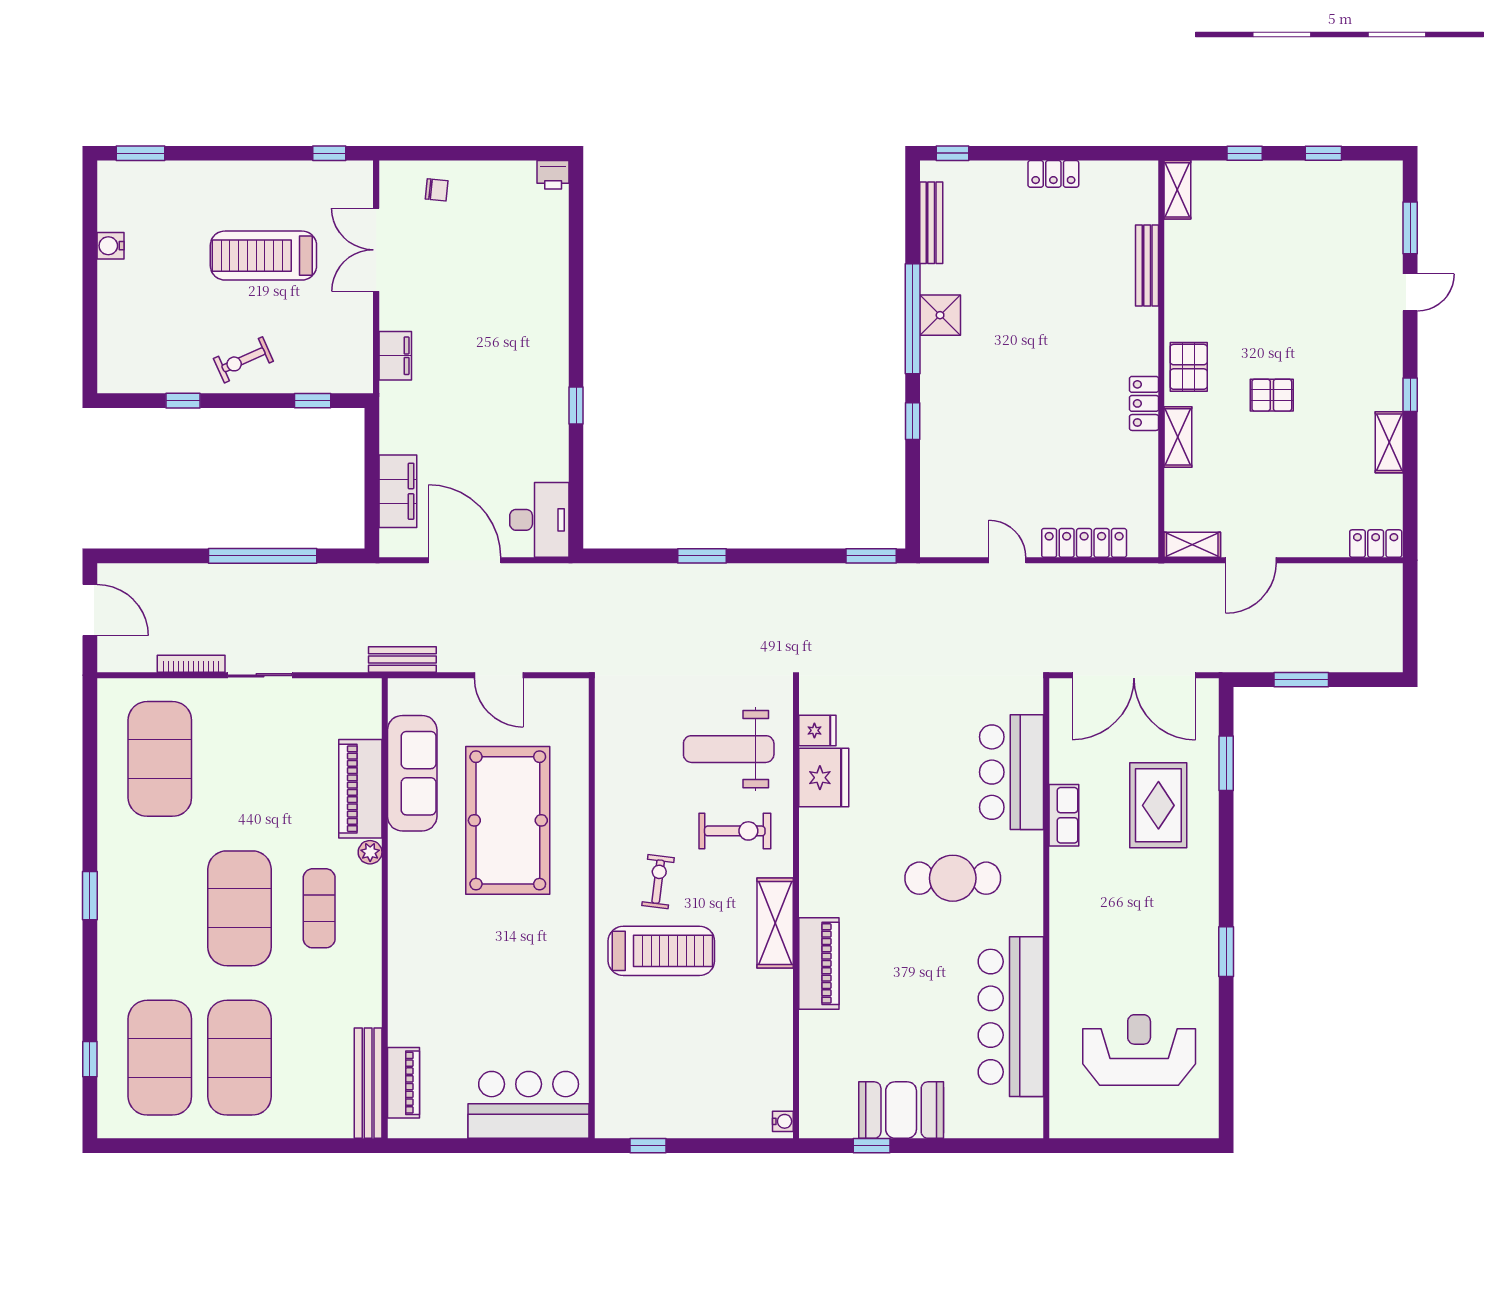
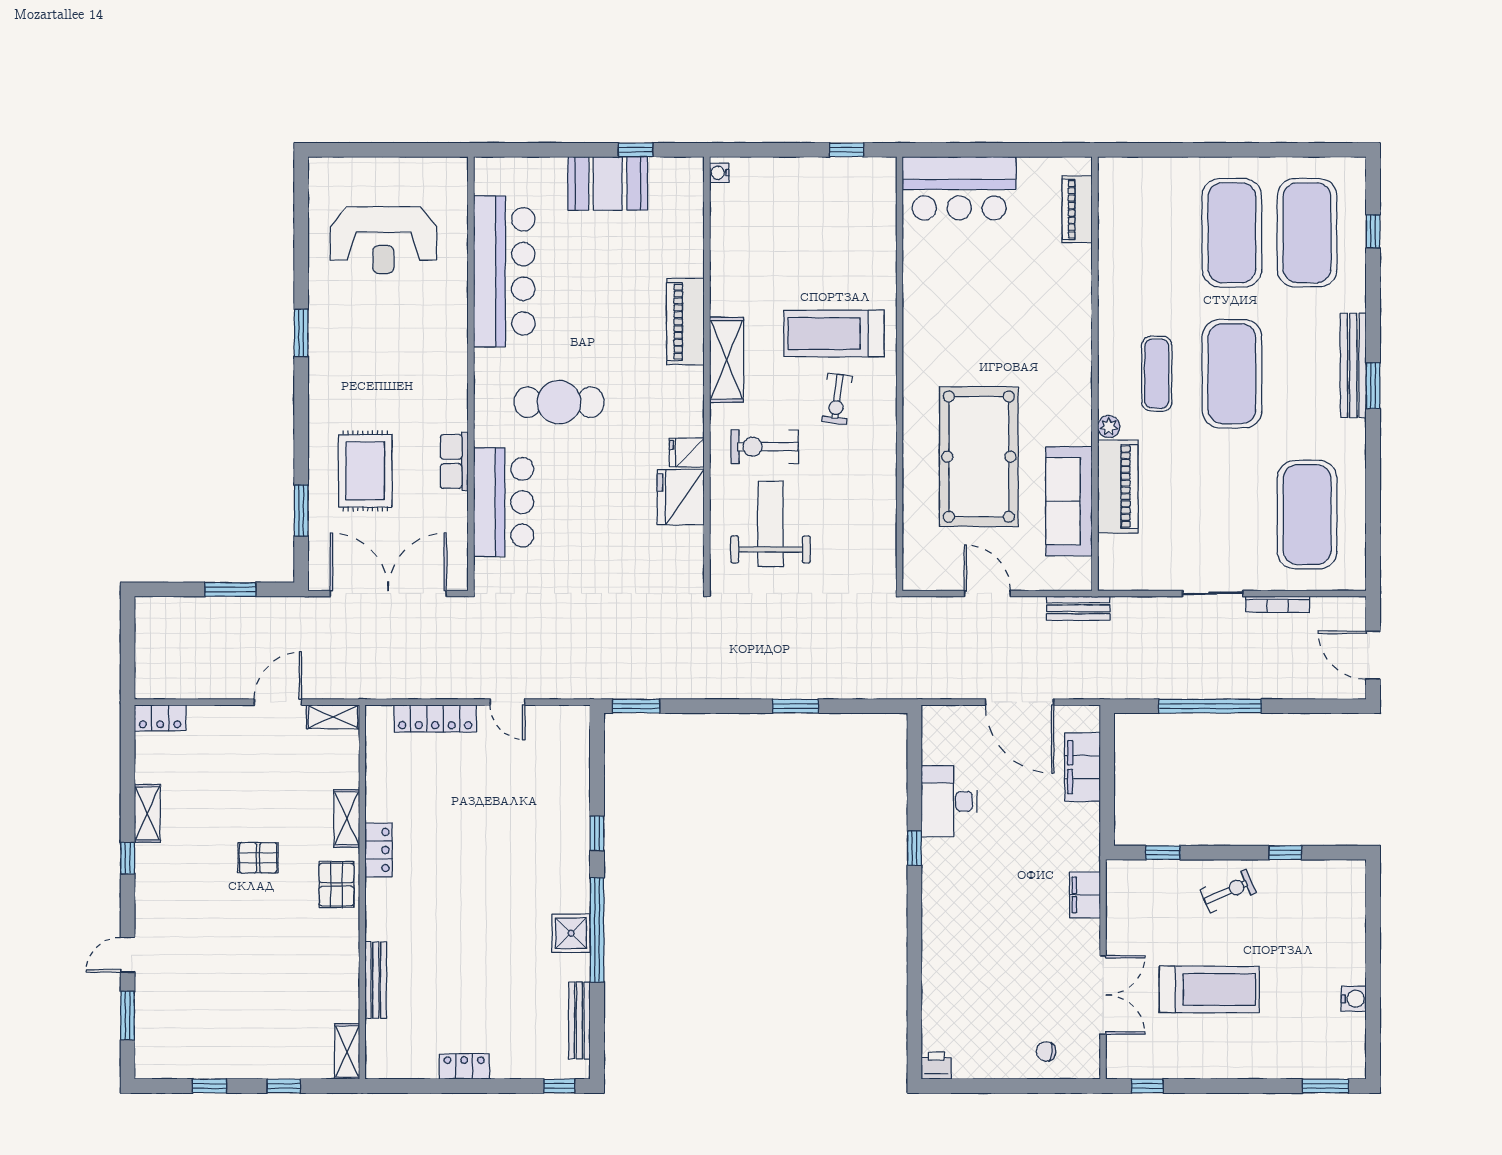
desk: (539, 520) -> (949, 801), moved
fridge: (817, 730) -> (687, 453), moved
weight bench: (729, 749) -> (770, 524), turned -90
bench: (368, 1083) -> (1353, 366), moved

